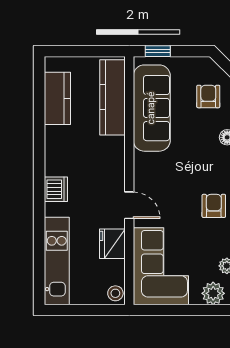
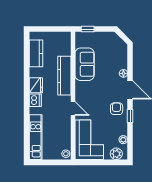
armchair: (208, 96) -> (114, 52), removed
kitchen counter: (112, 97) -> (64, 76), moved
sofa: (152, 108) -> (85, 64), width x0.73
fridge: (112, 244) -> (36, 85), moved, turned 180

